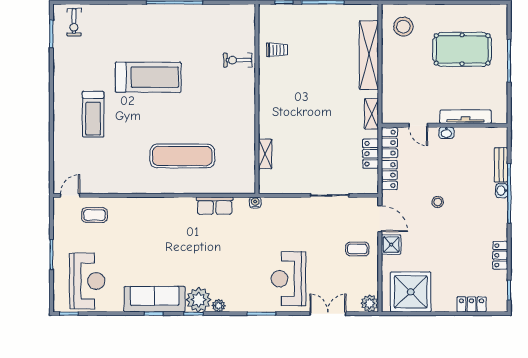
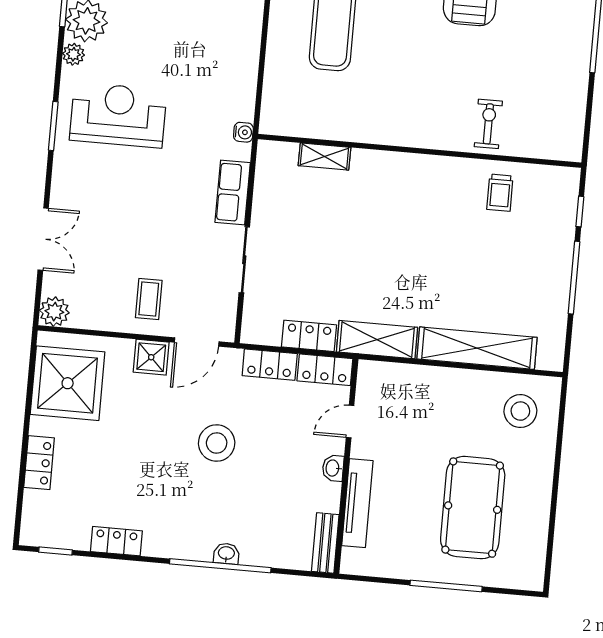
shelving: (371, 114) -> (377, 340), width x1.50, depth x1.33
bench: (501, 165) -> (325, 543), moved, turned 90
stool: (438, 202) -> (217, 443), width x1.89, depth x1.89
row of seats: (215, 206) -> (233, 192), moved
reception desk: (288, 279) -> (118, 115), moved
locker: (472, 304) -> (39, 463), moved

